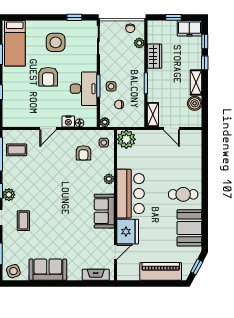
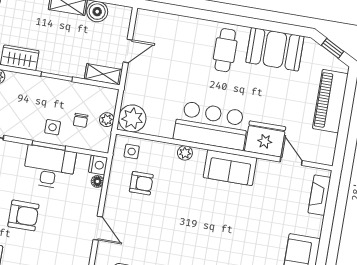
nightstand: (68, 121) -> (98, 165), moved
plant: (105, 122) -> (107, 120), moved

